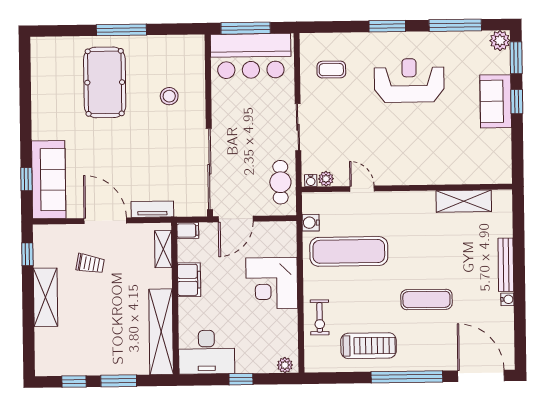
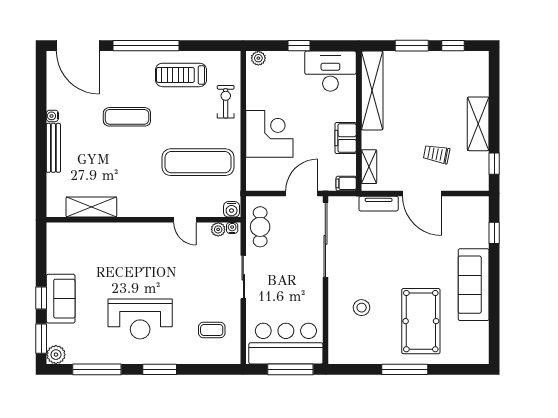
sofa: (49, 180) -> (474, 285), moved
water cooler: (311, 223) -> (232, 209), moved, turned 90

